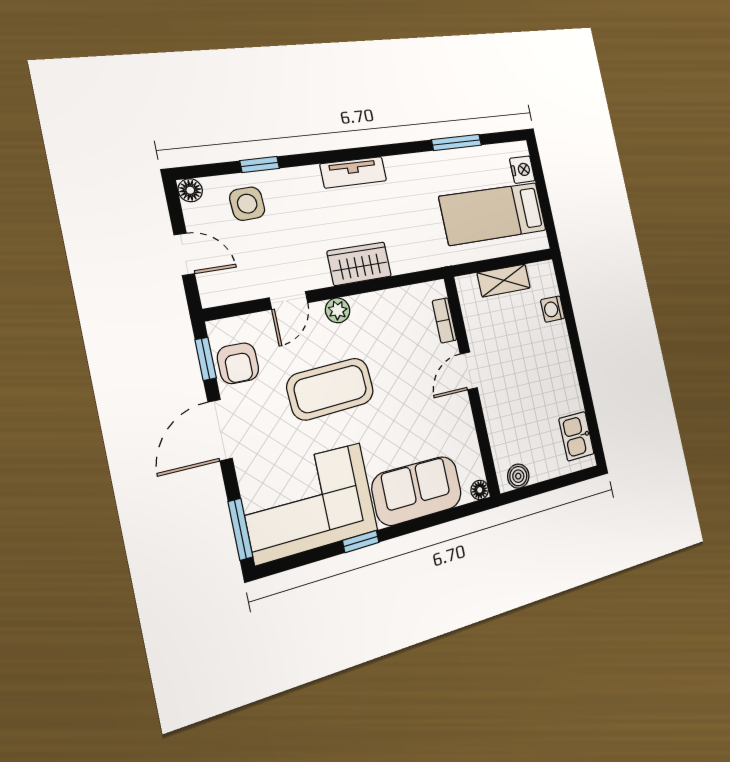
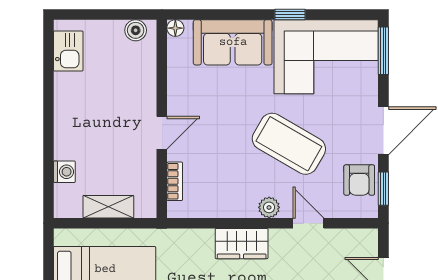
door: (289, 300) -> (308, 223), hinge flipped
armchair: (238, 363) -> (359, 180), turned 180
coffee table: (331, 389) -> (289, 144), turned 33

